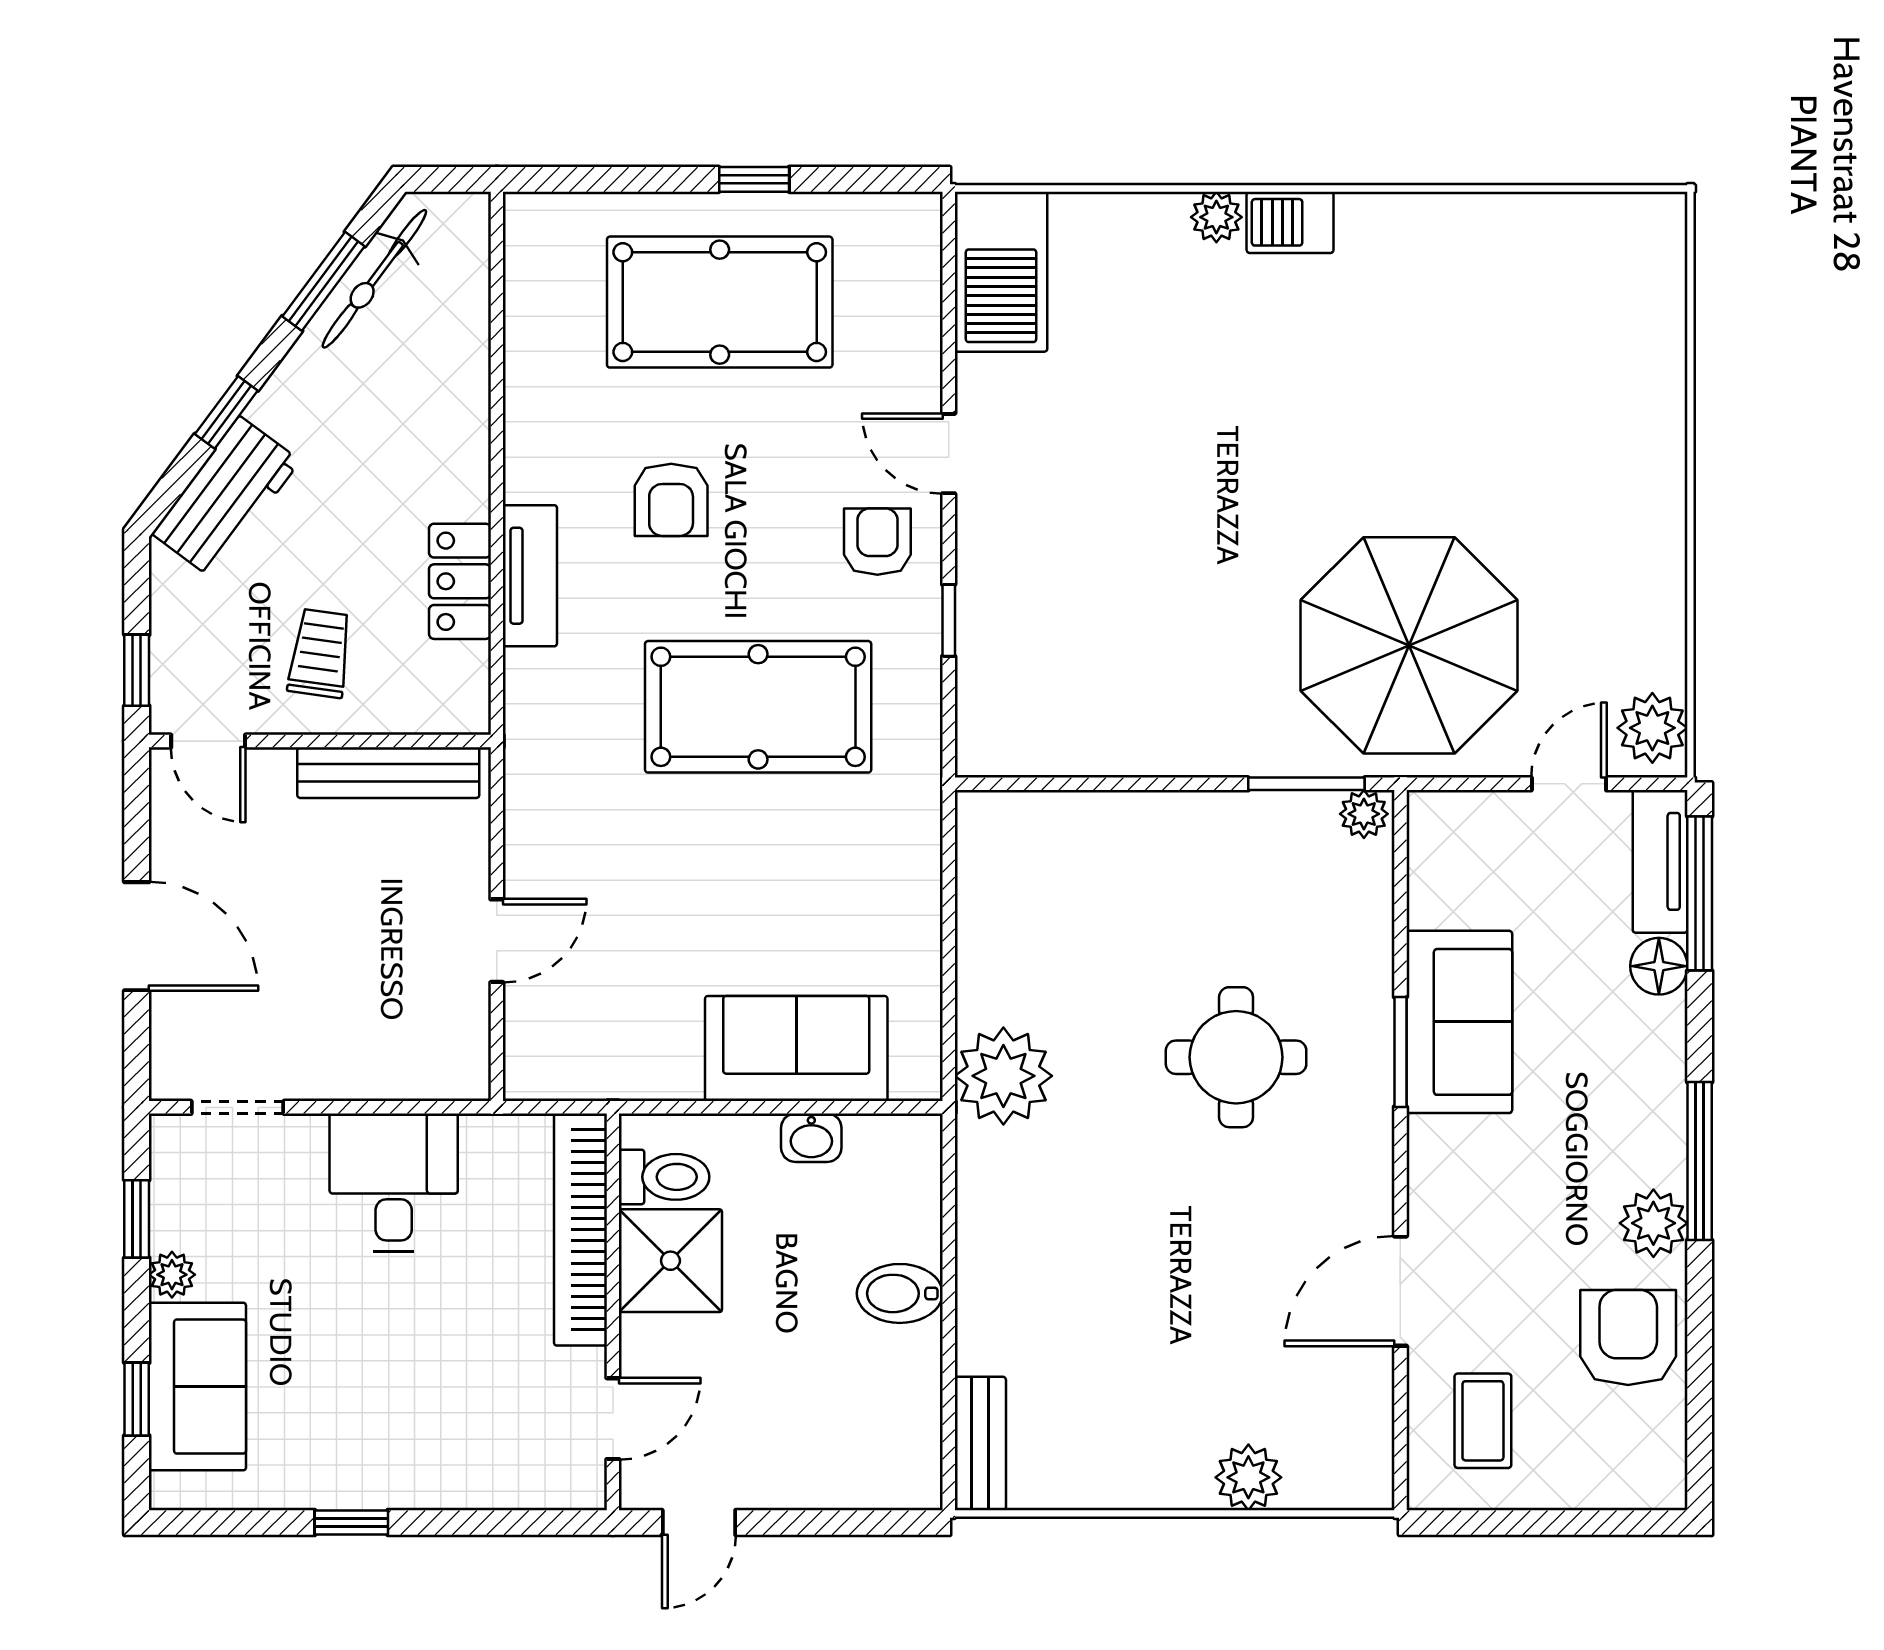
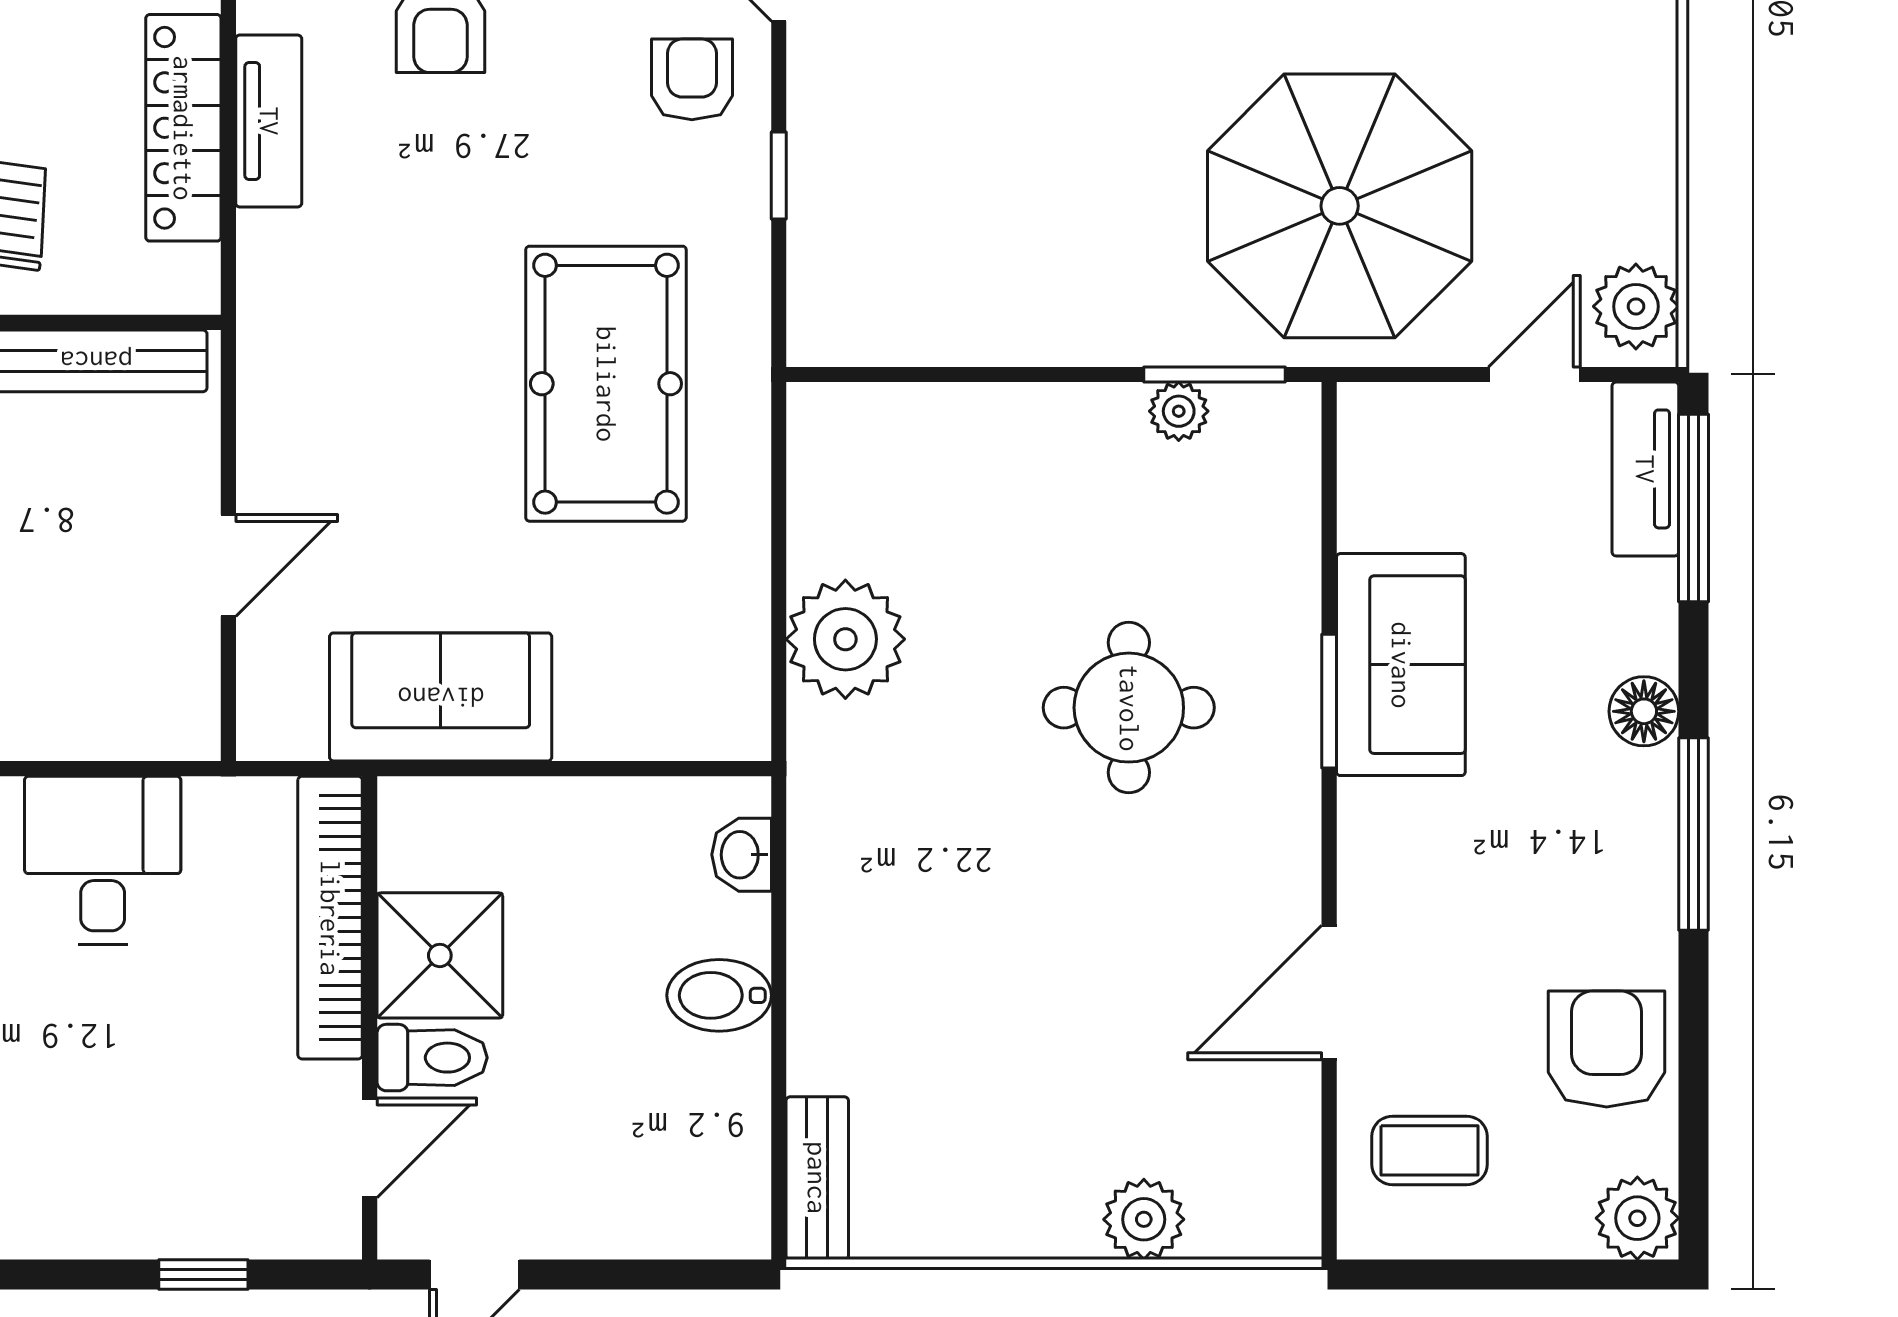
locker: (460, 581) -> (183, 128), width x1.53
pool table: (758, 707) -> (606, 384), moved, turned 90
plant: (1364, 814) -> (1179, 411), moved
floor lamp: (1659, 966) -> (1644, 711), moved
sofa: (796, 1049) -> (441, 697), moved
plant: (1003, 1076) -> (845, 639), moved
washbasin: (811, 1138) -> (742, 855), moved, turned 90
toilet: (664, 1177) -> (432, 1058), moved
plant: (1653, 1223) -> (1637, 1218), moved
coffee table: (1483, 1421) -> (1430, 1150), turned 90
window: (351, 1523) -> (203, 1274), moved

